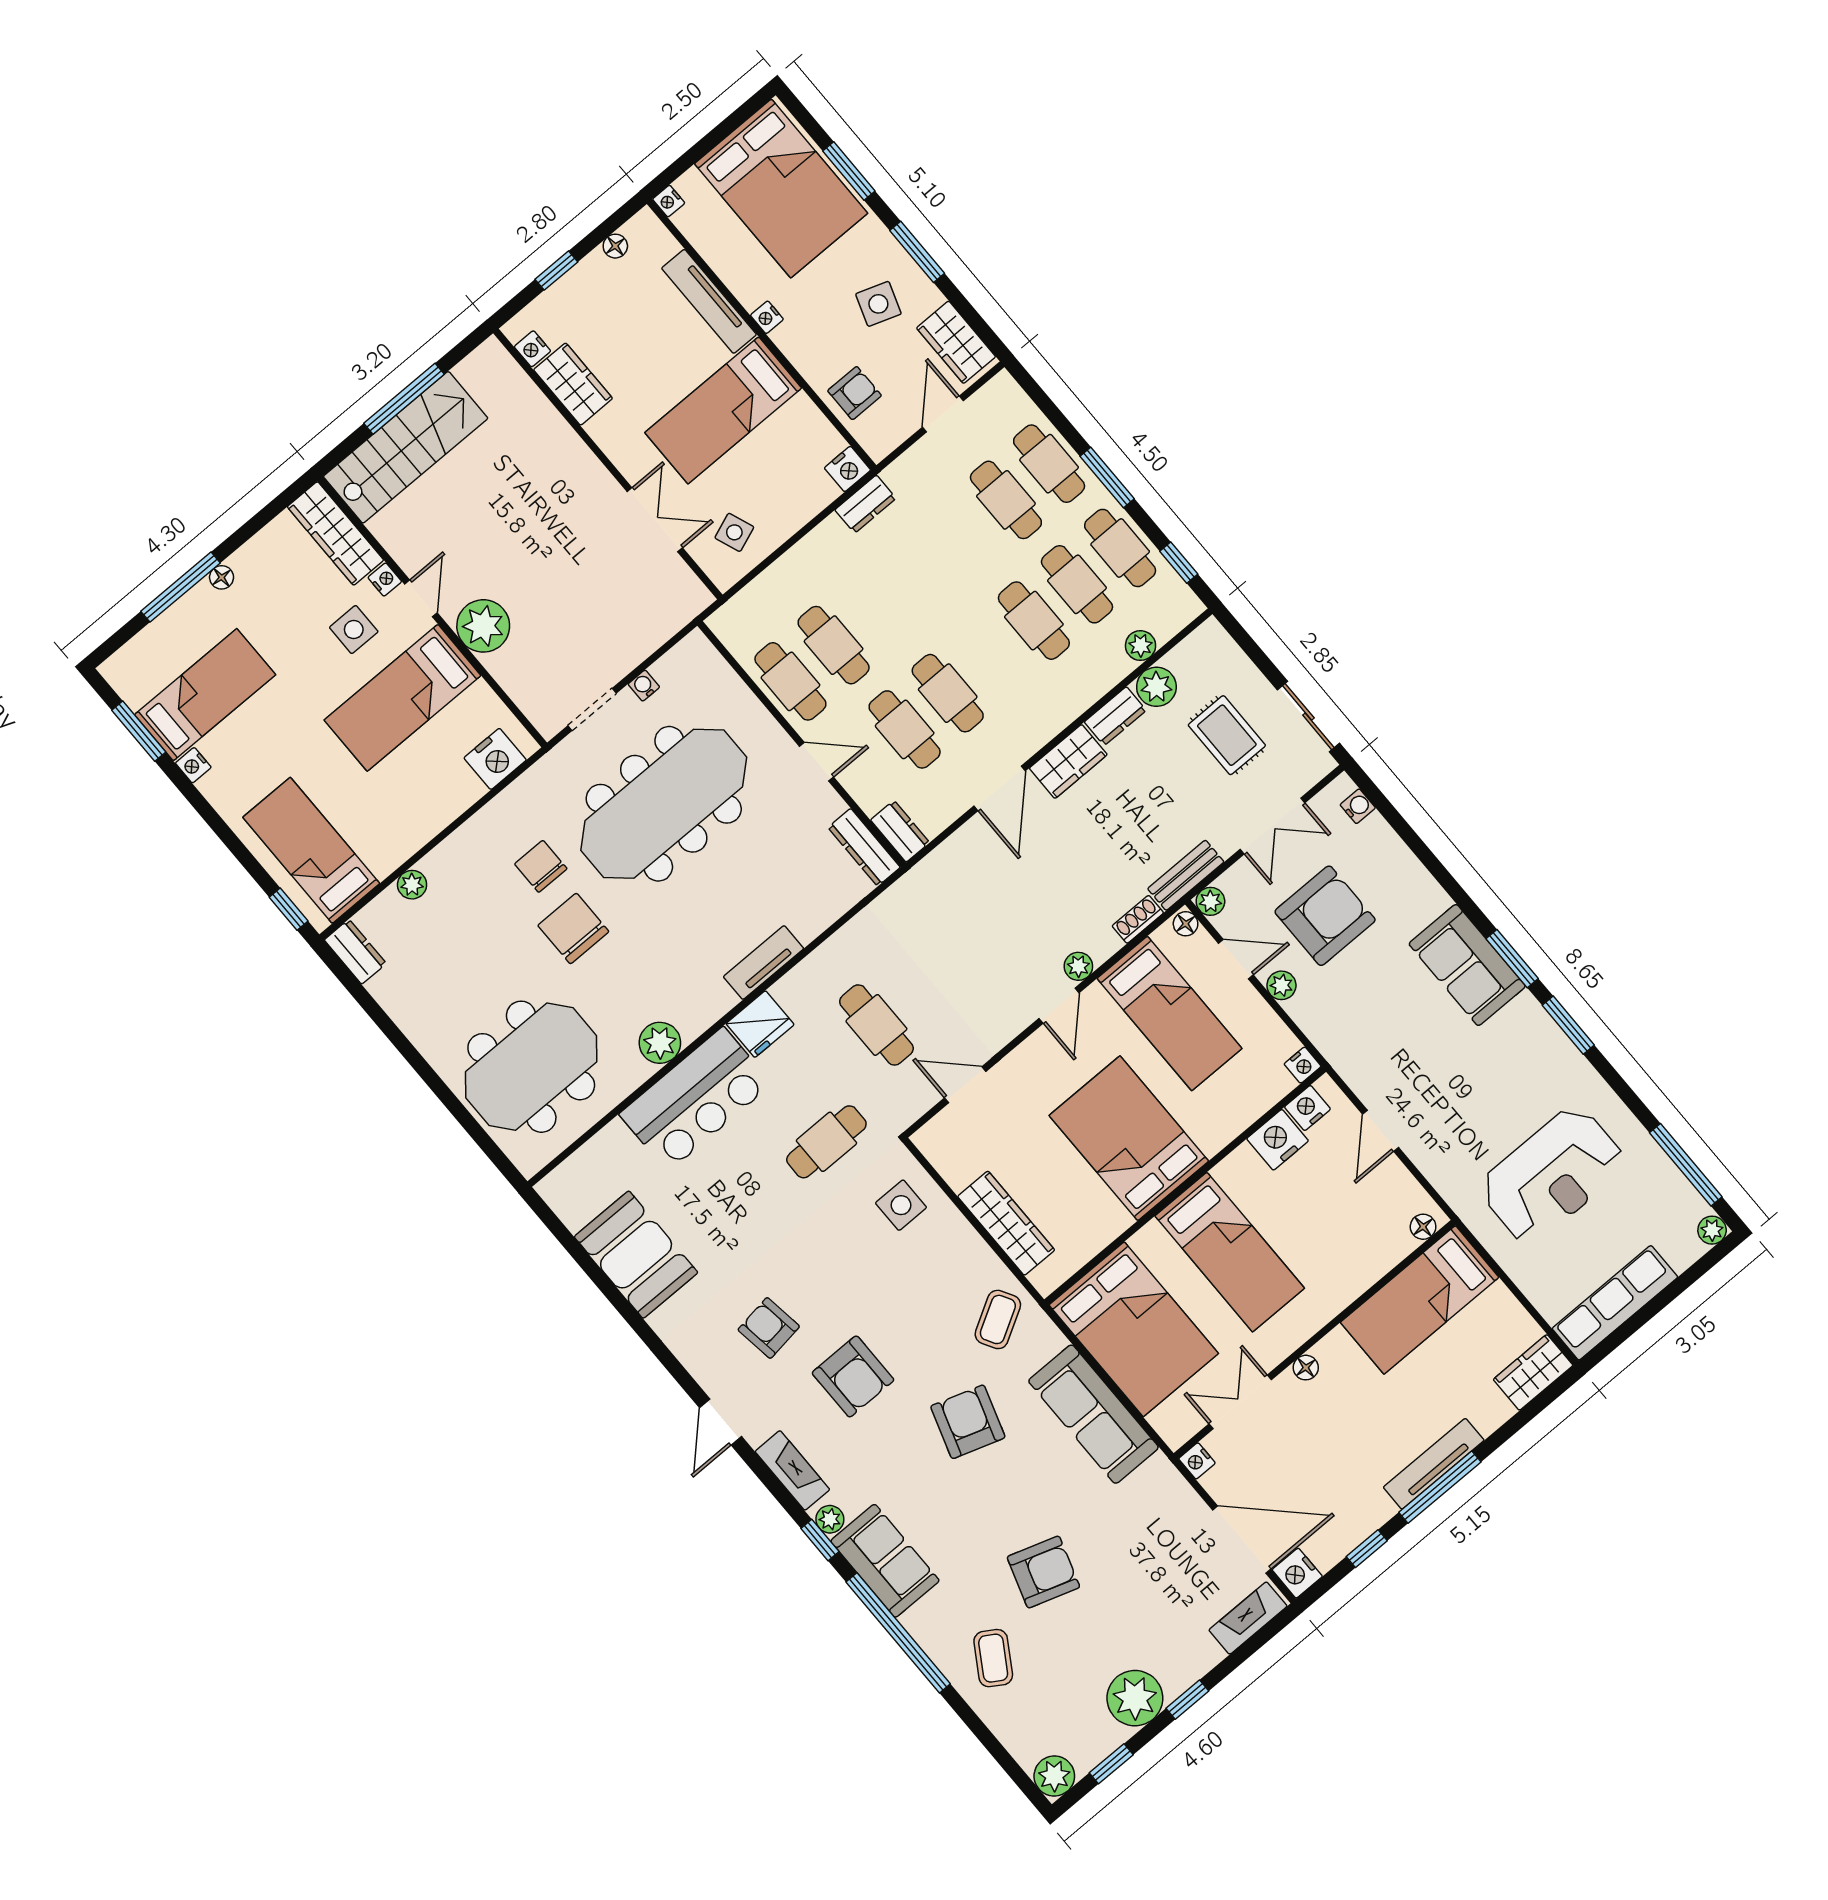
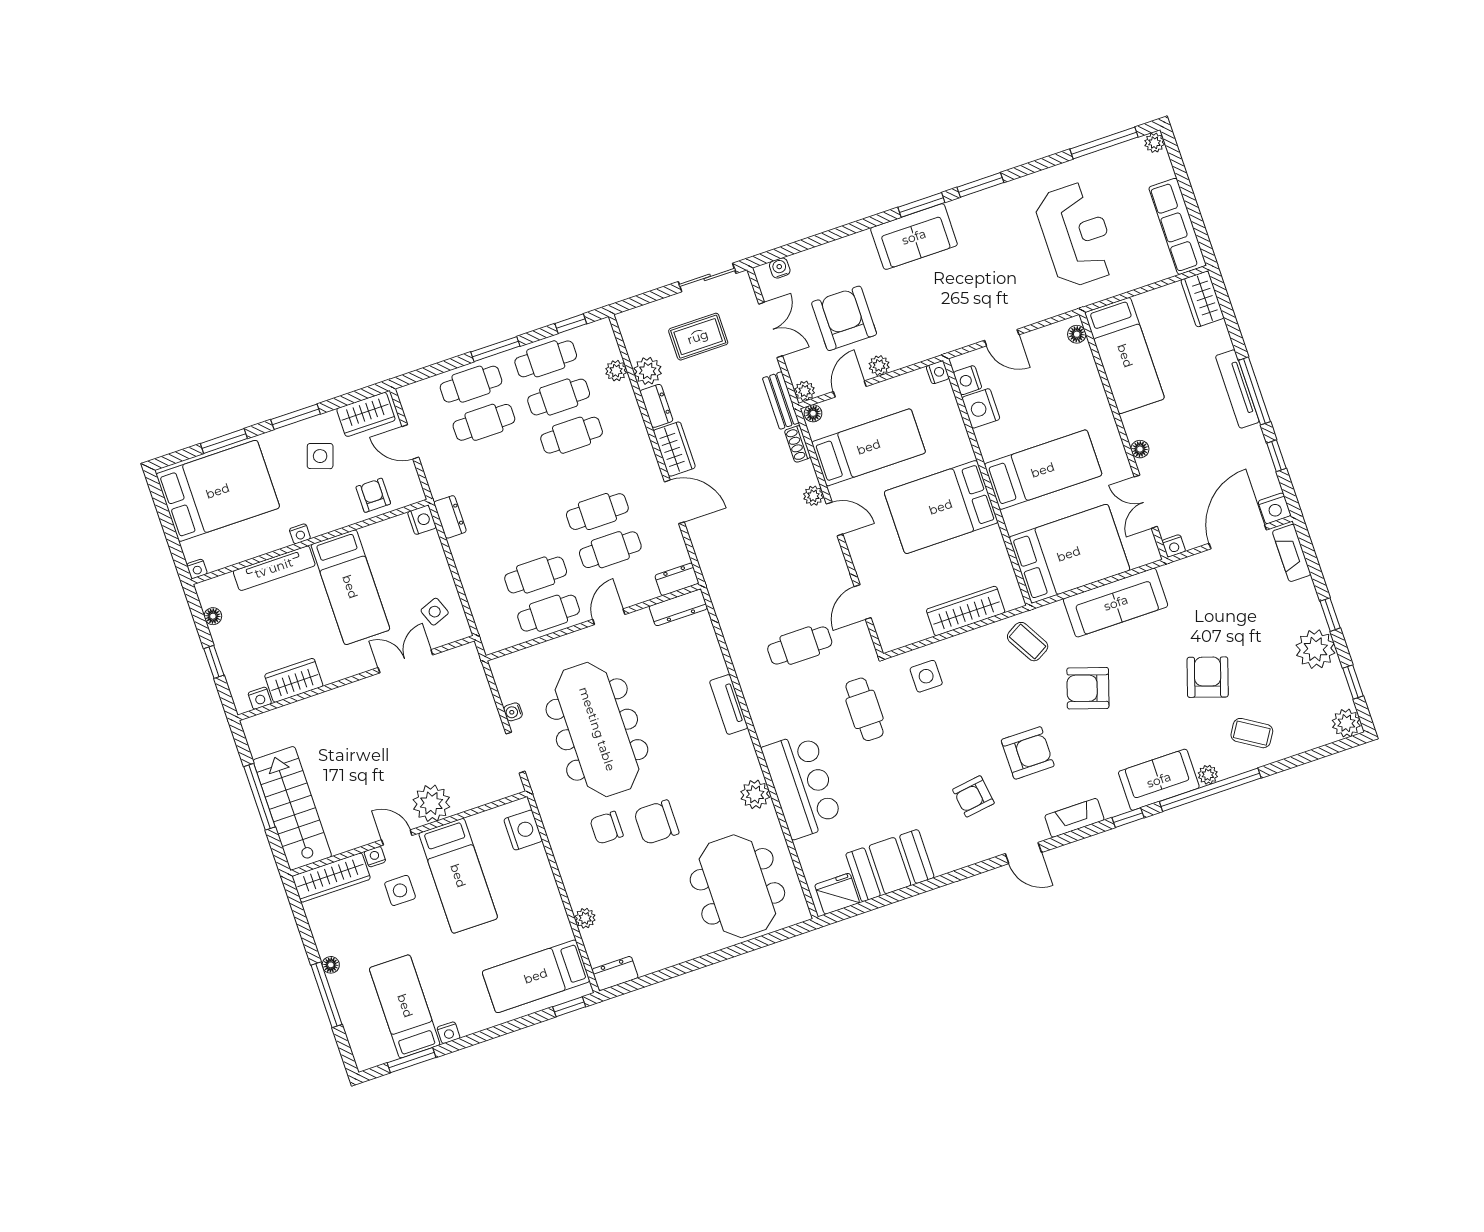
fridge: (760, 1024) -> (837, 894), moved, turned -90
plant: (830, 1519) -> (1208, 775), moved

